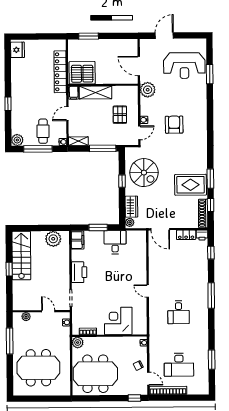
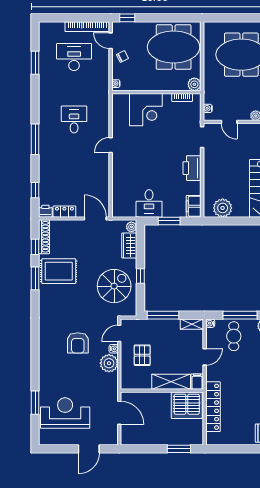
plant: (148, 90) -> (109, 363), moved
spiral stairs: (144, 173) -> (114, 286), turned 90
door: (148, 291) -> (111, 145), swing flipped

